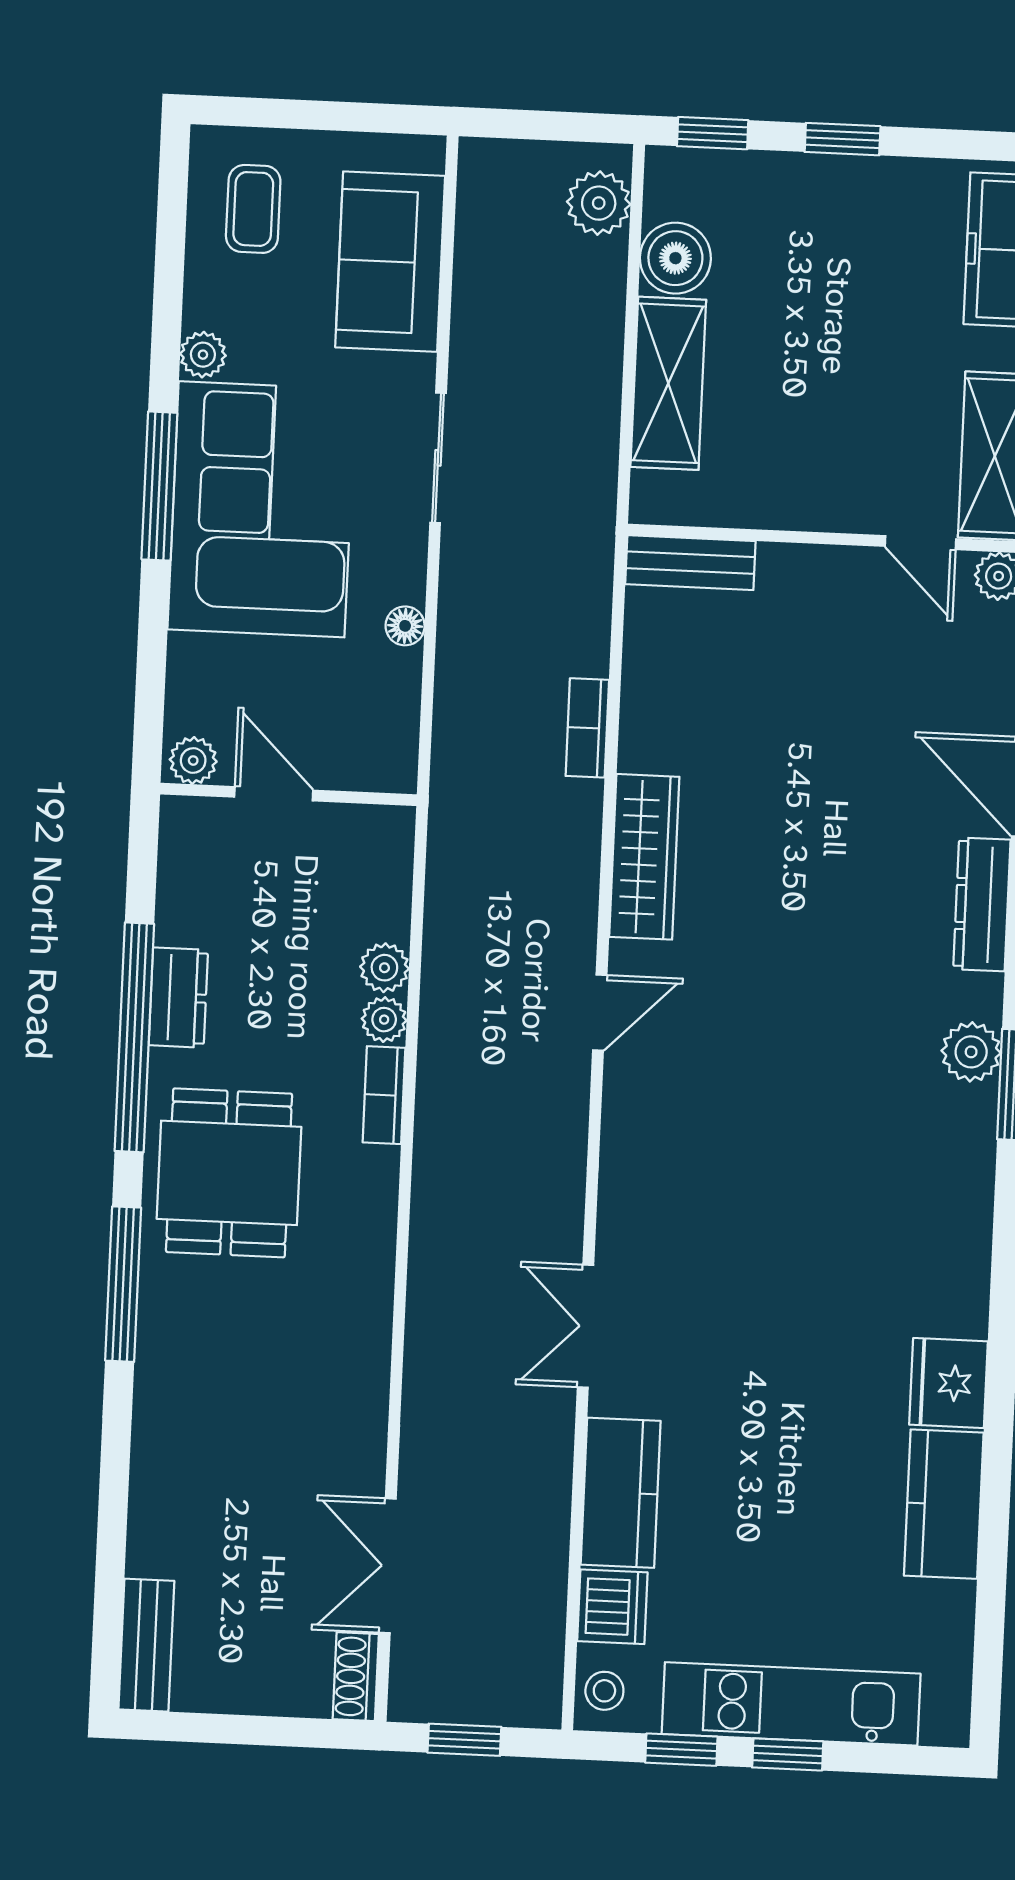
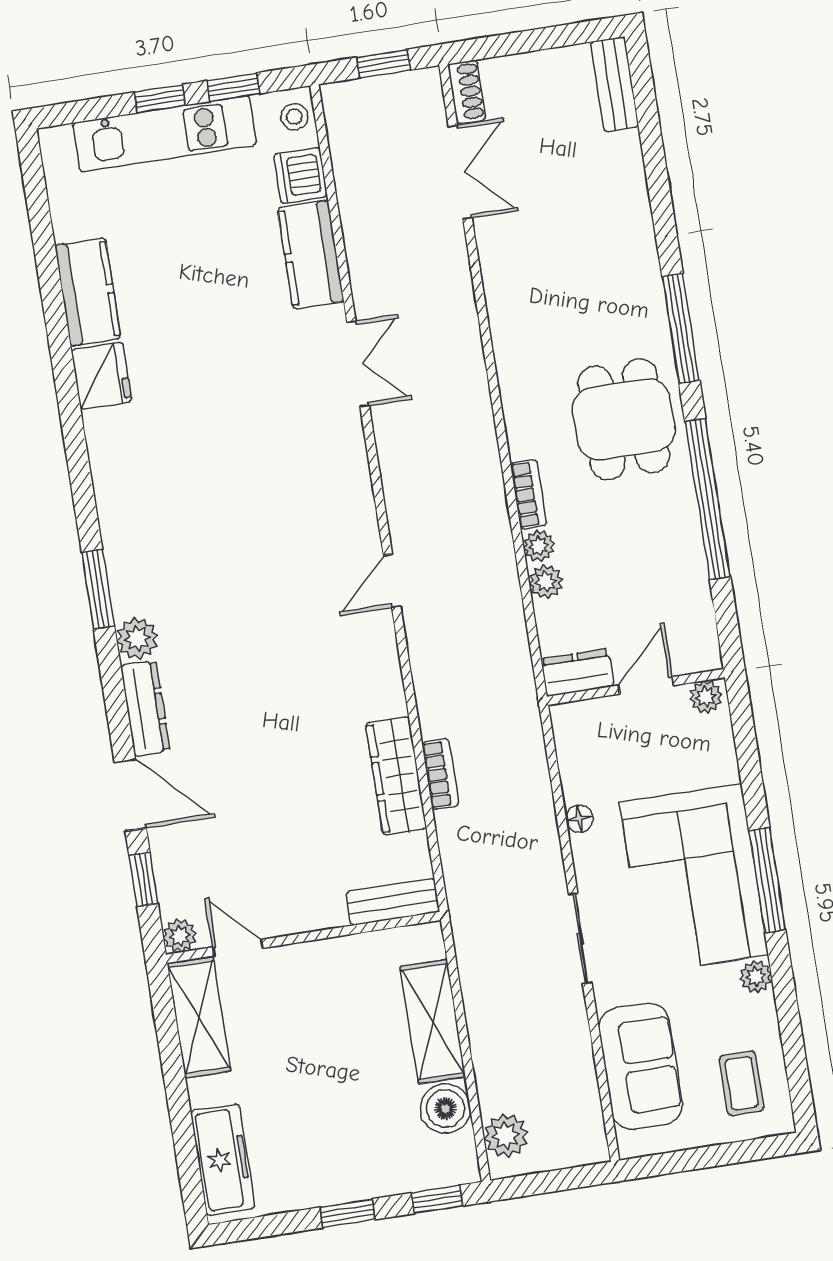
door: (274, 794) -> (646, 685), swing flipped
wardrobe: (644, 857) -> (396, 776), moved
dresser: (178, 998) -> (577, 673), moved, turned 90
plant: (971, 1052) -> (137, 638), moved

